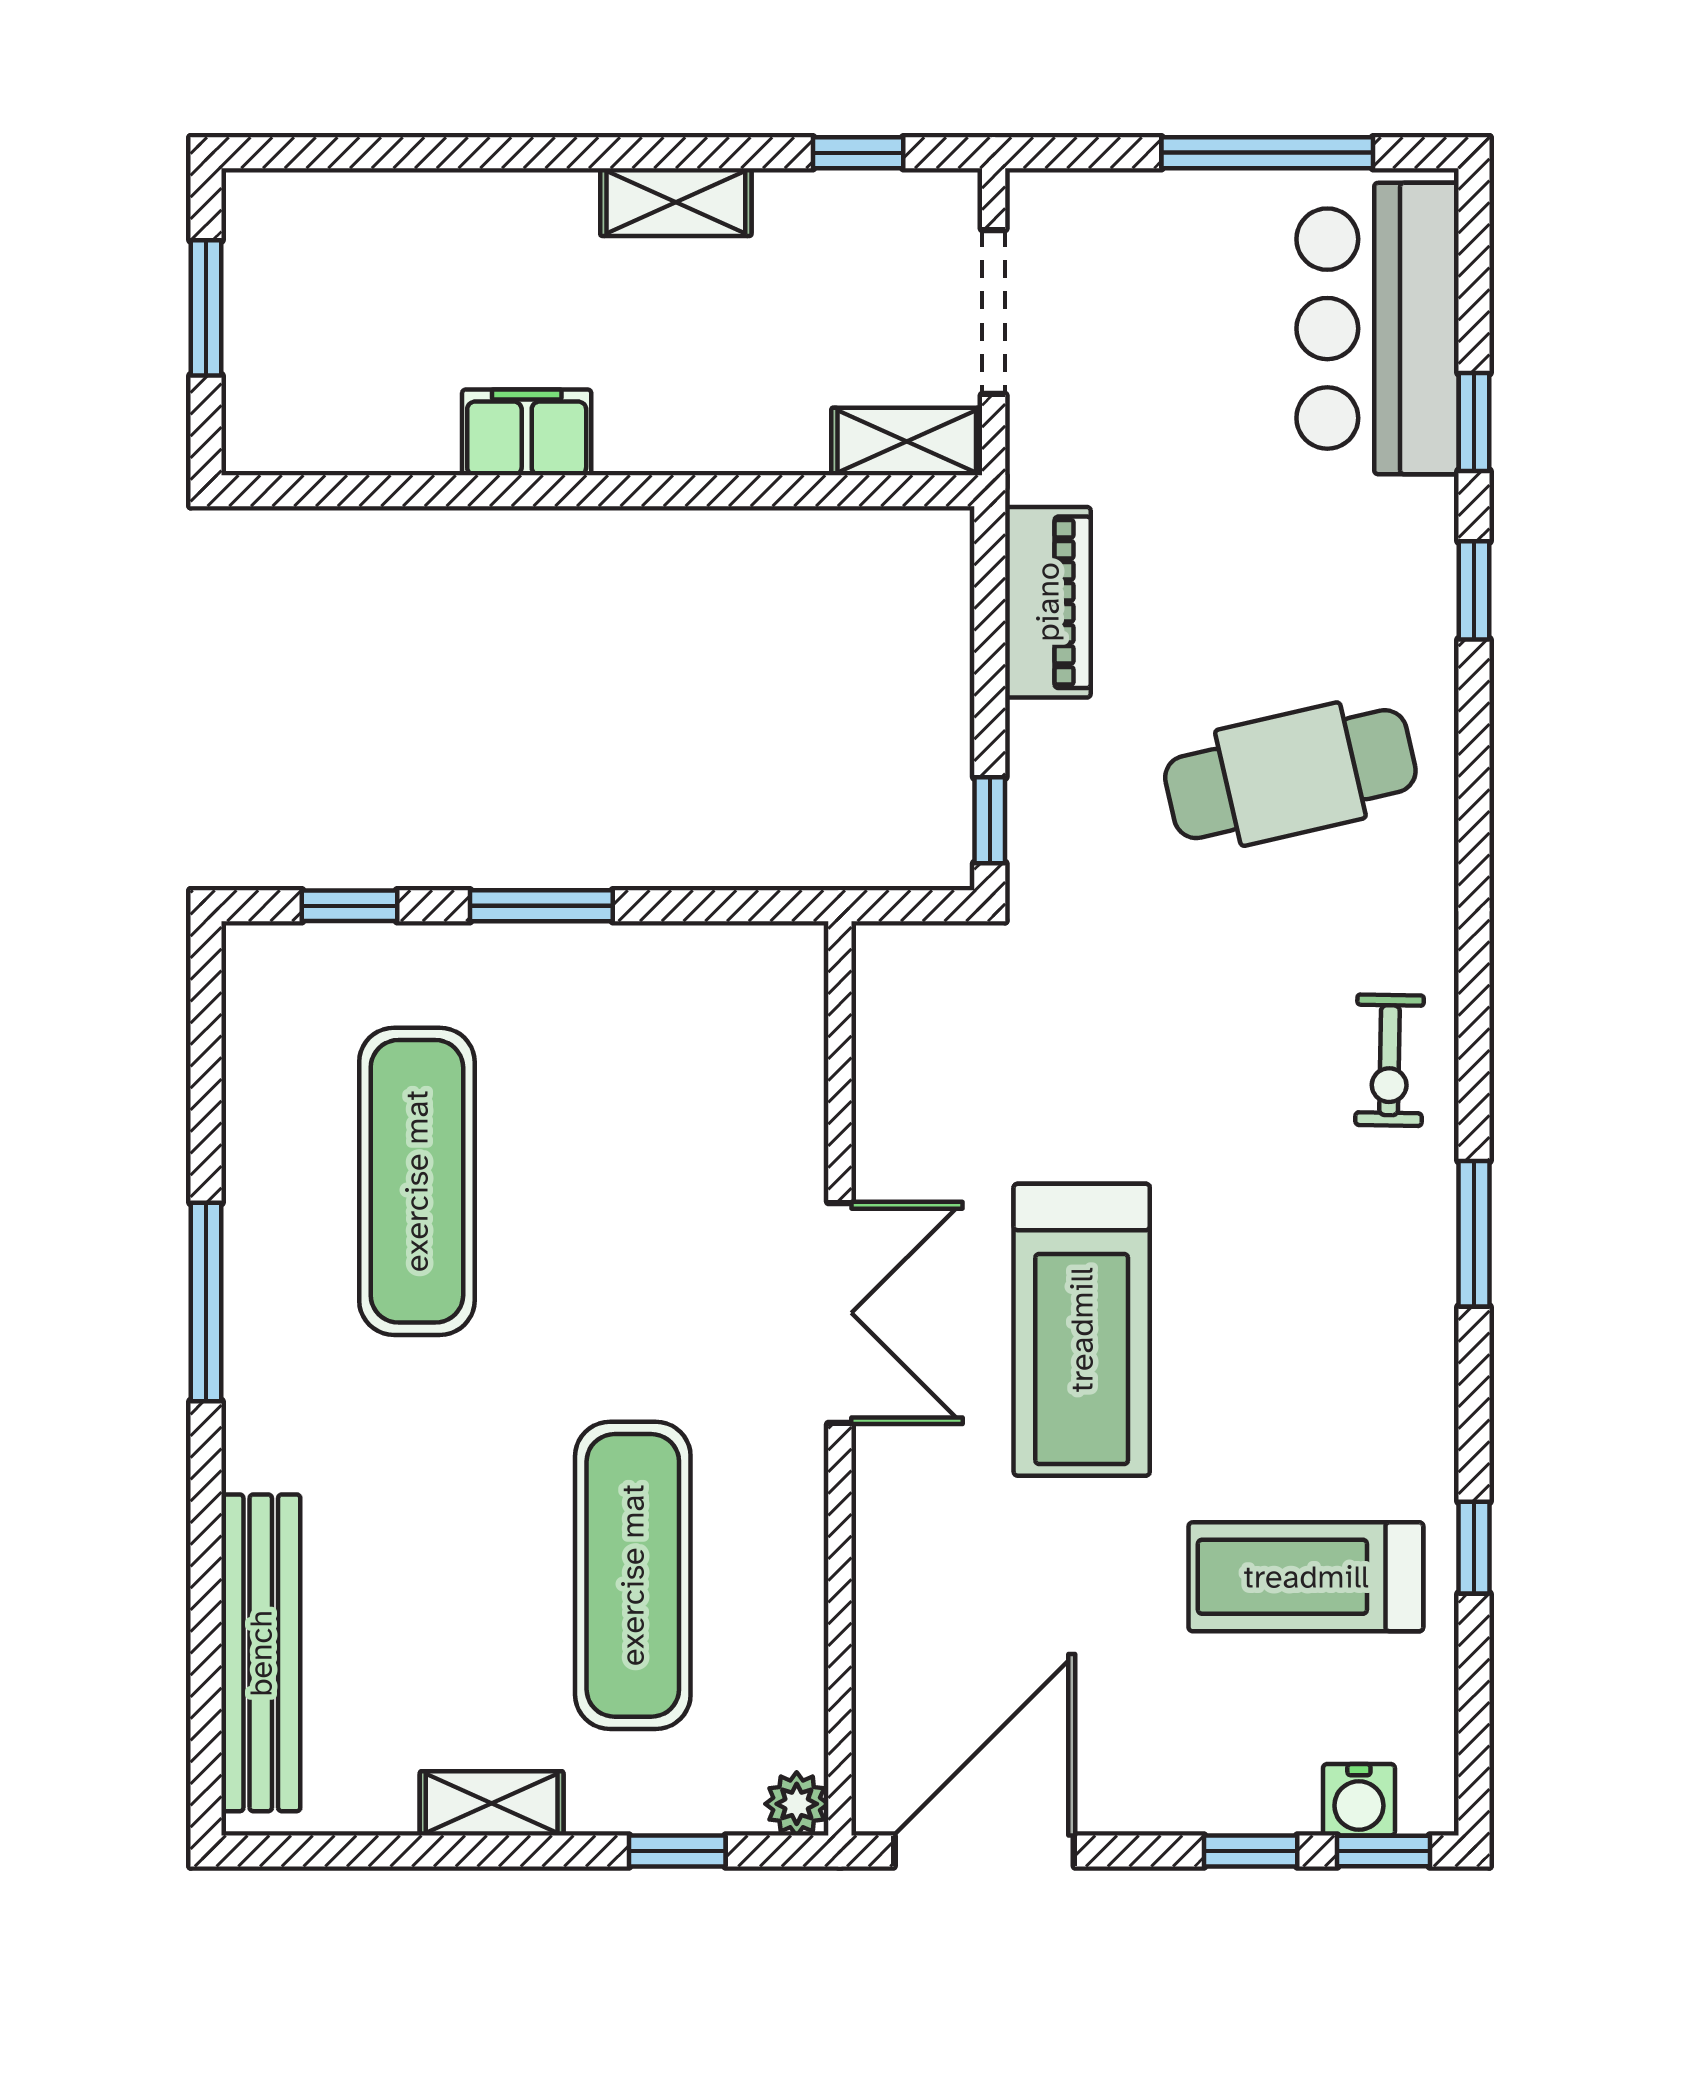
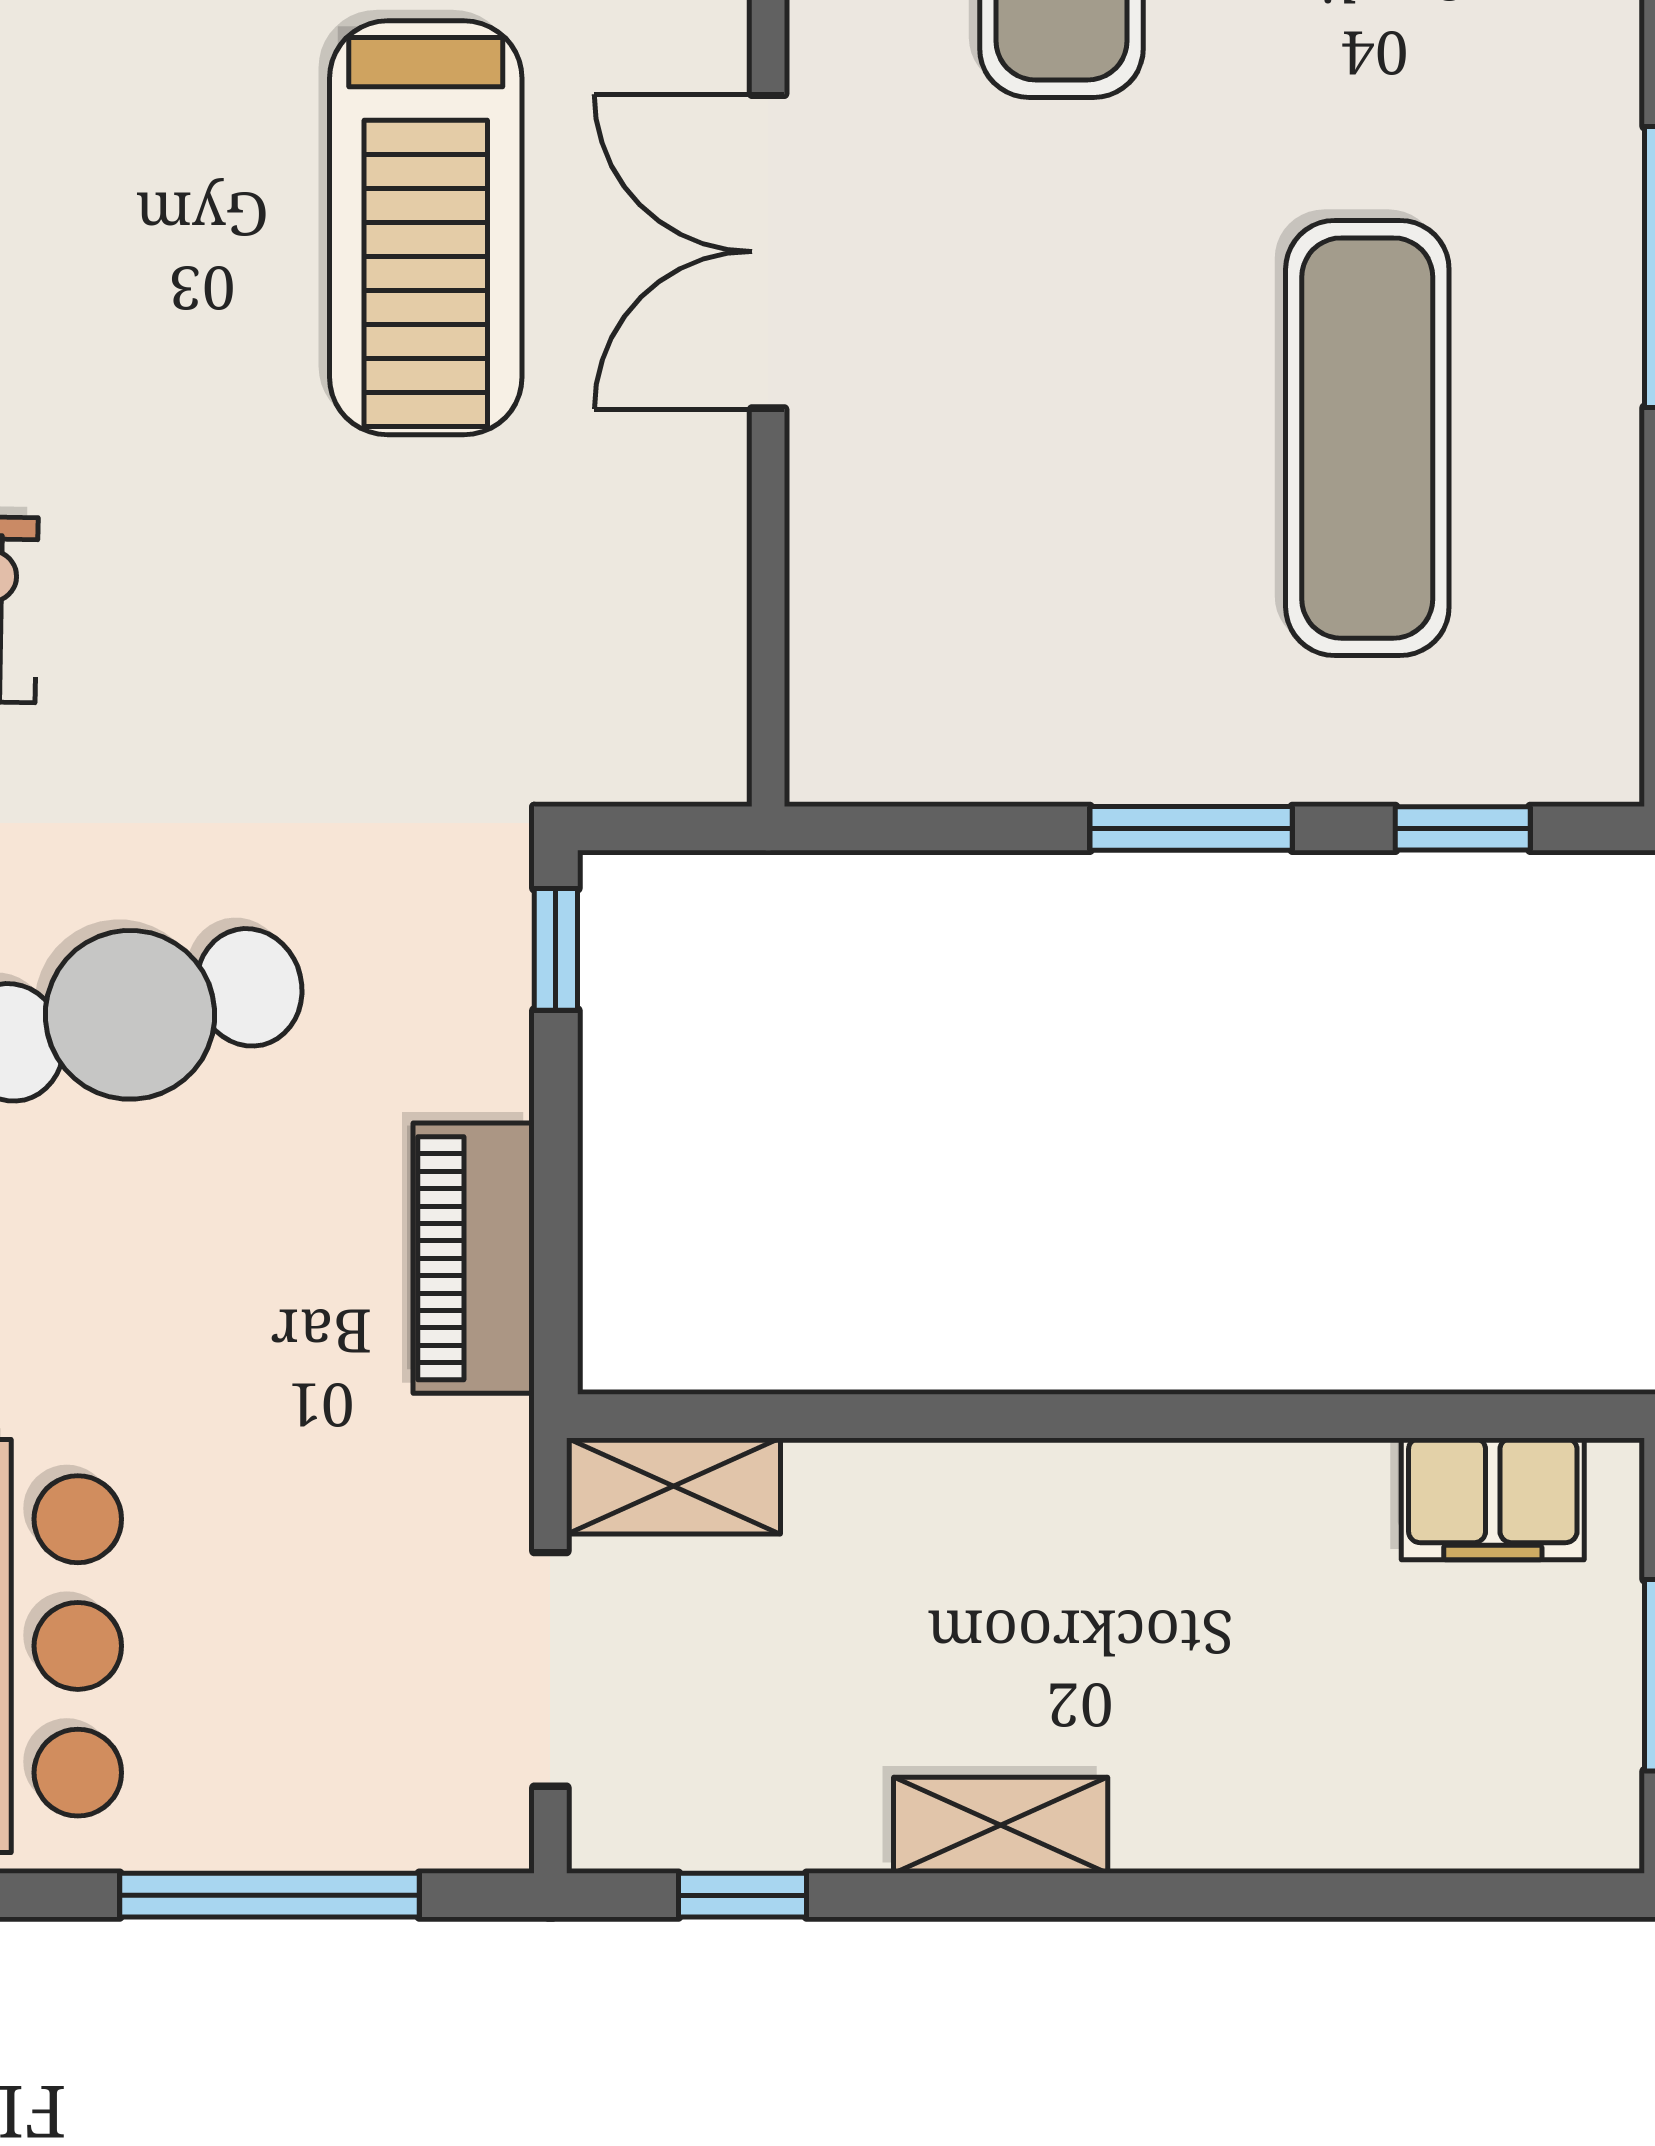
window: (1267, 153) -> (269, 1895), moved
filing cabinet: (527, 432) -> (1493, 1499), moved
treadmill: (1082, 1330) -> (426, 228), turned 180

